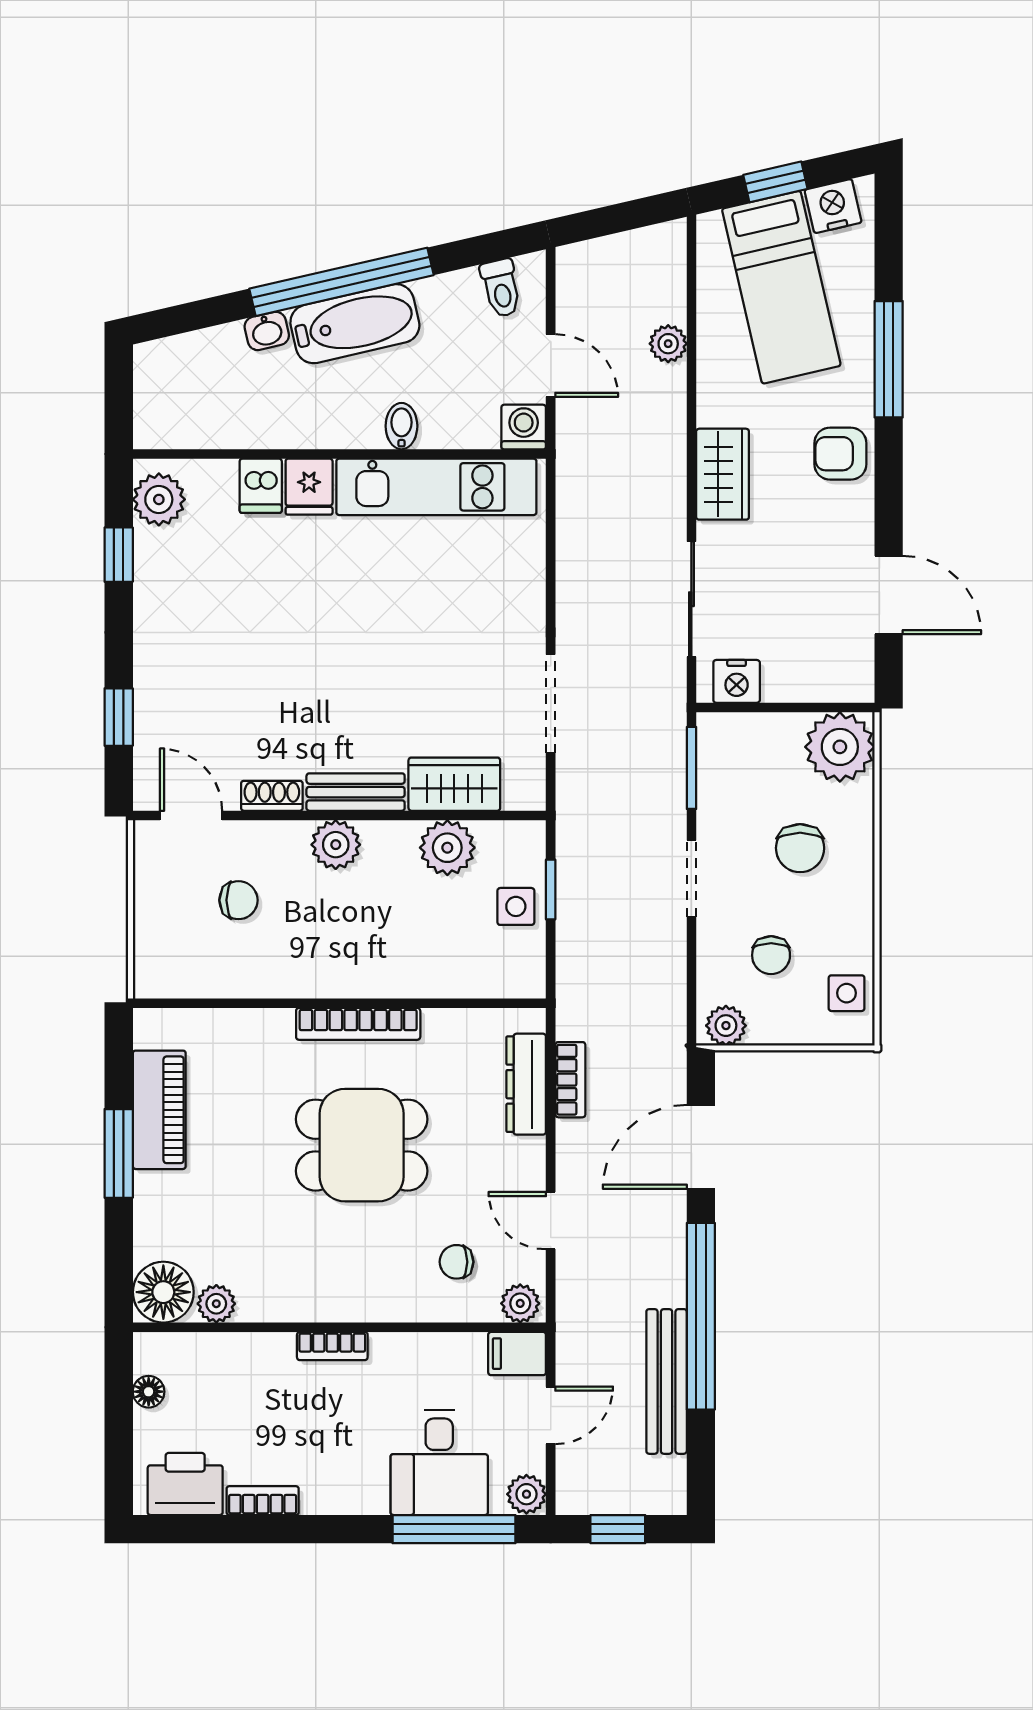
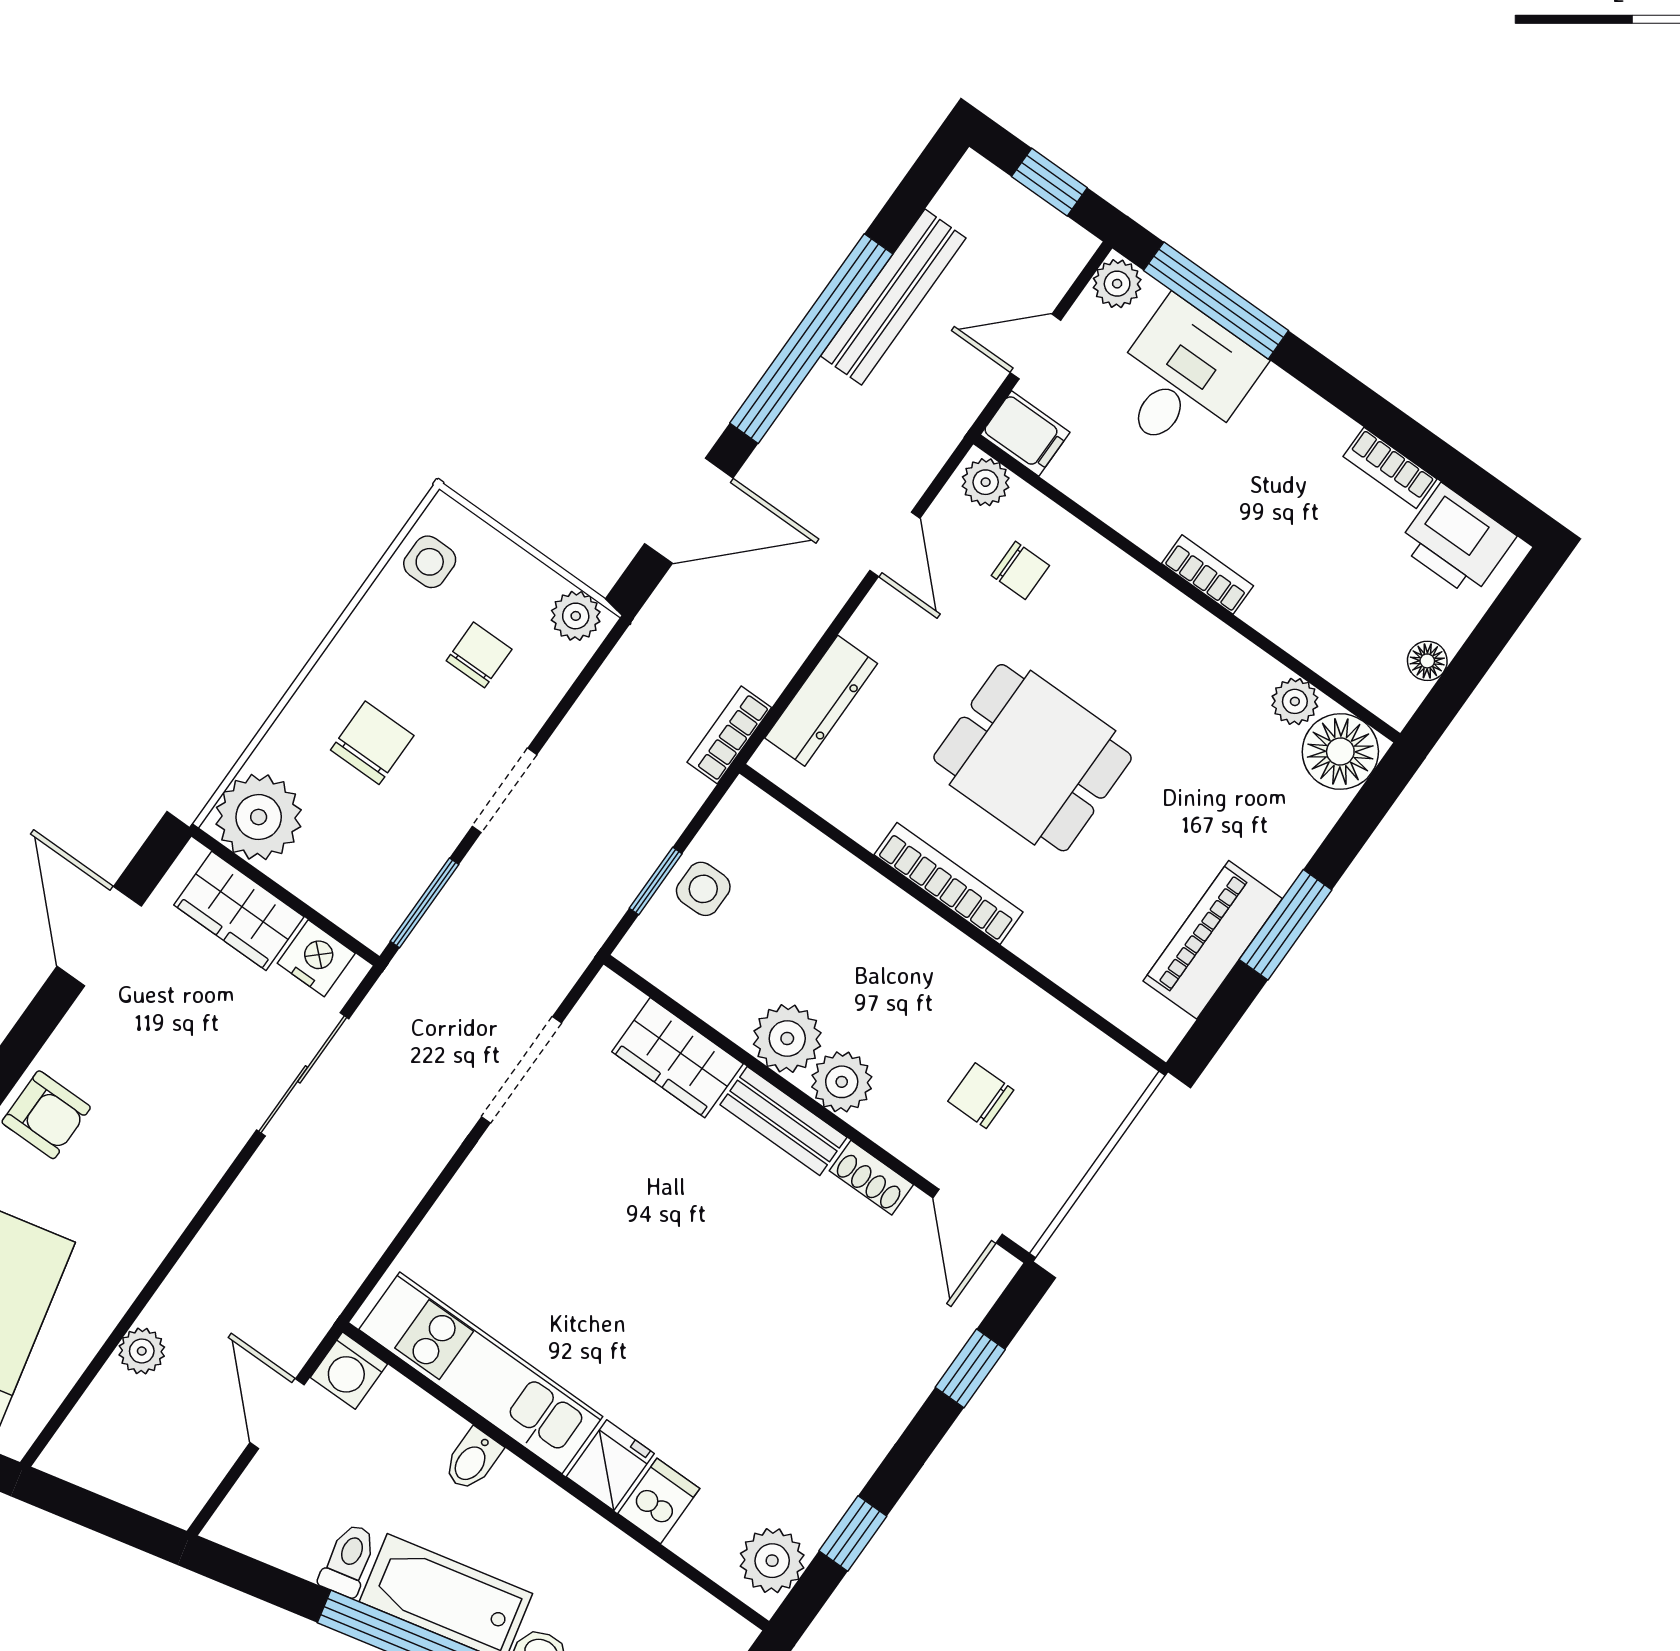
toilet: (501, 288) -> (348, 1560), moved
wardrobe: (723, 474) -> (239, 911), moved, turned -90
plant: (447, 848) -> (787, 1039), moved
bookcase: (570, 1080) -> (729, 735), moved

